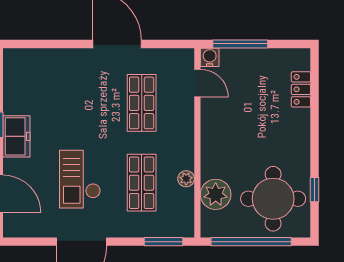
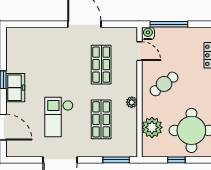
cafe table: (233, 131) -> (164, 84), added
plant: (186, 179) -> (132, 102), moved
window: (251, 242) -> (176, 160), width x0.32

